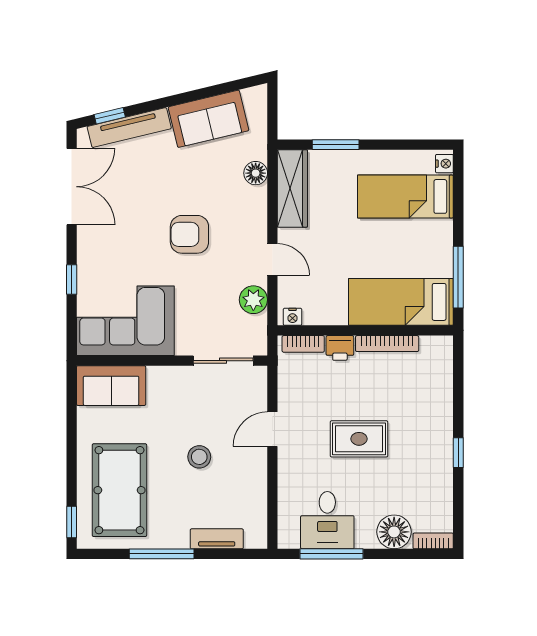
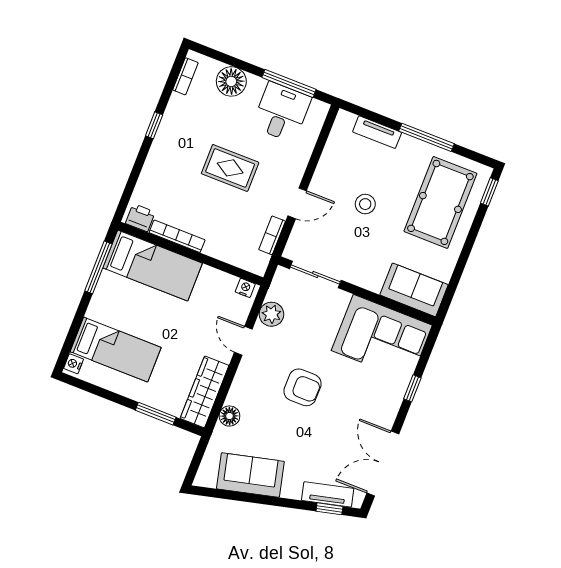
tv unit: (129, 128) -> (328, 494), width x0.71
bookcase: (303, 344) -> (272, 235), moved, turned -90
printer: (340, 348) -> (140, 218), moved
bookcase: (433, 541) -> (185, 76), moved, turned -90

